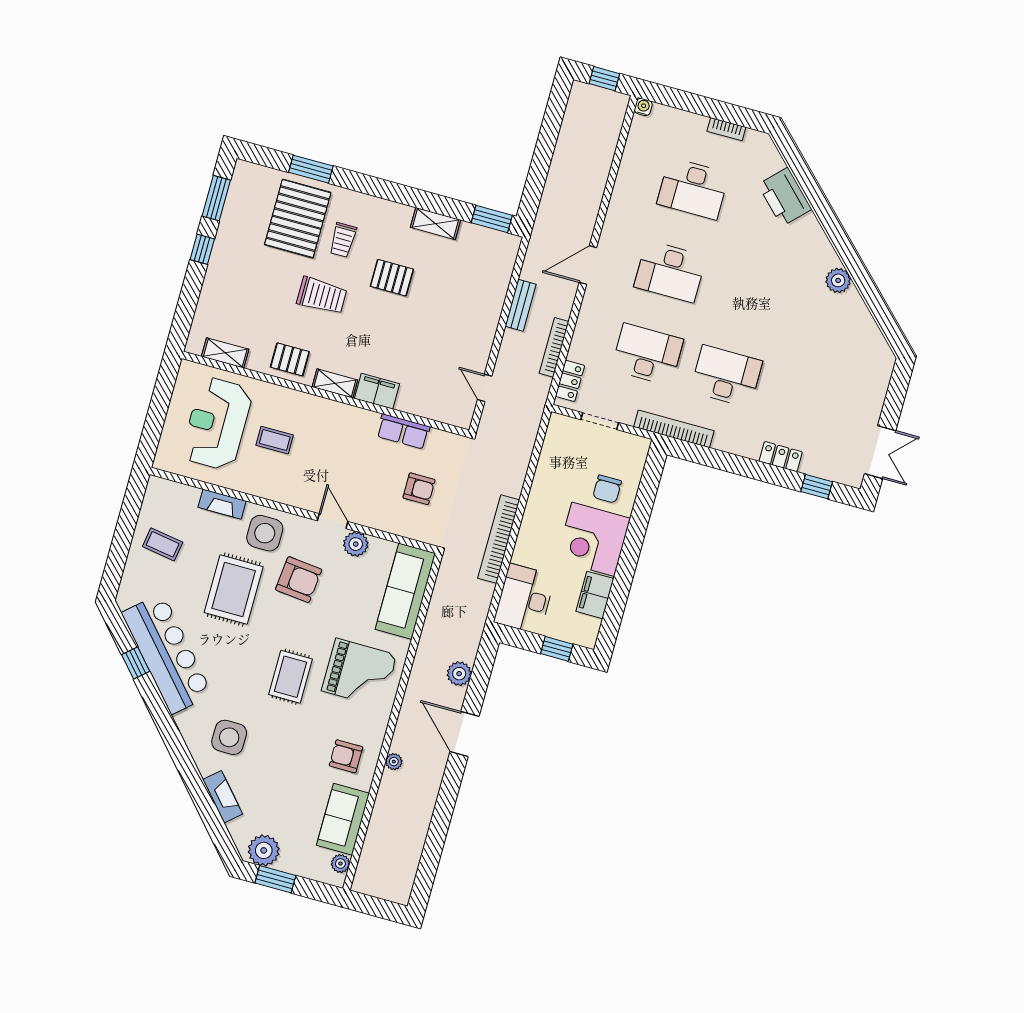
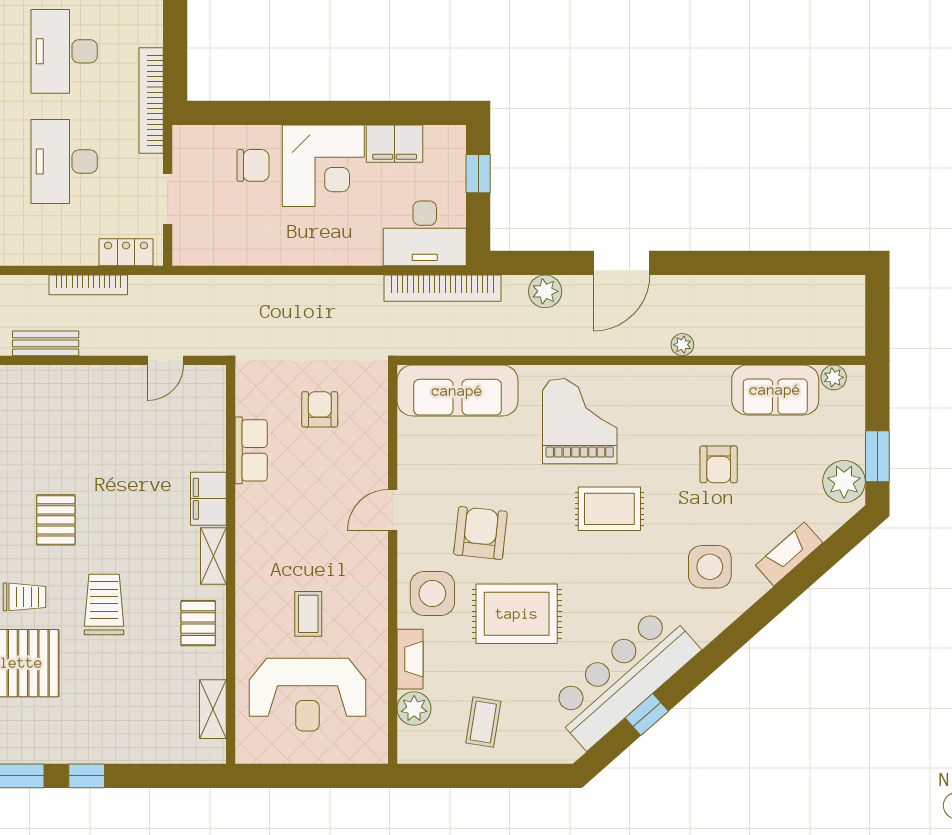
bookcase: (499, 539) -> (442, 288), moved
plant: (356, 544) -> (414, 709), moved
armchair: (346, 756) -> (719, 464), moved

